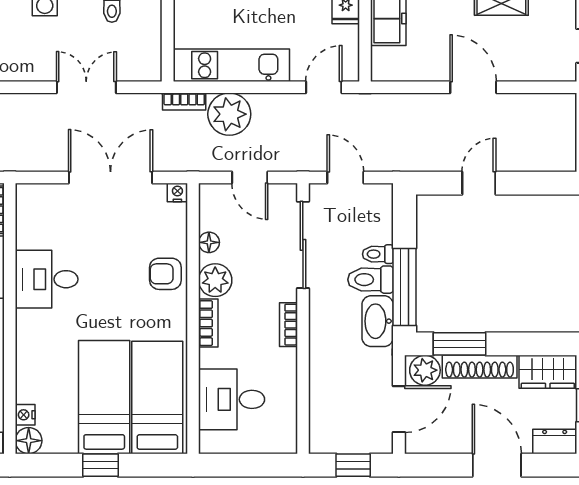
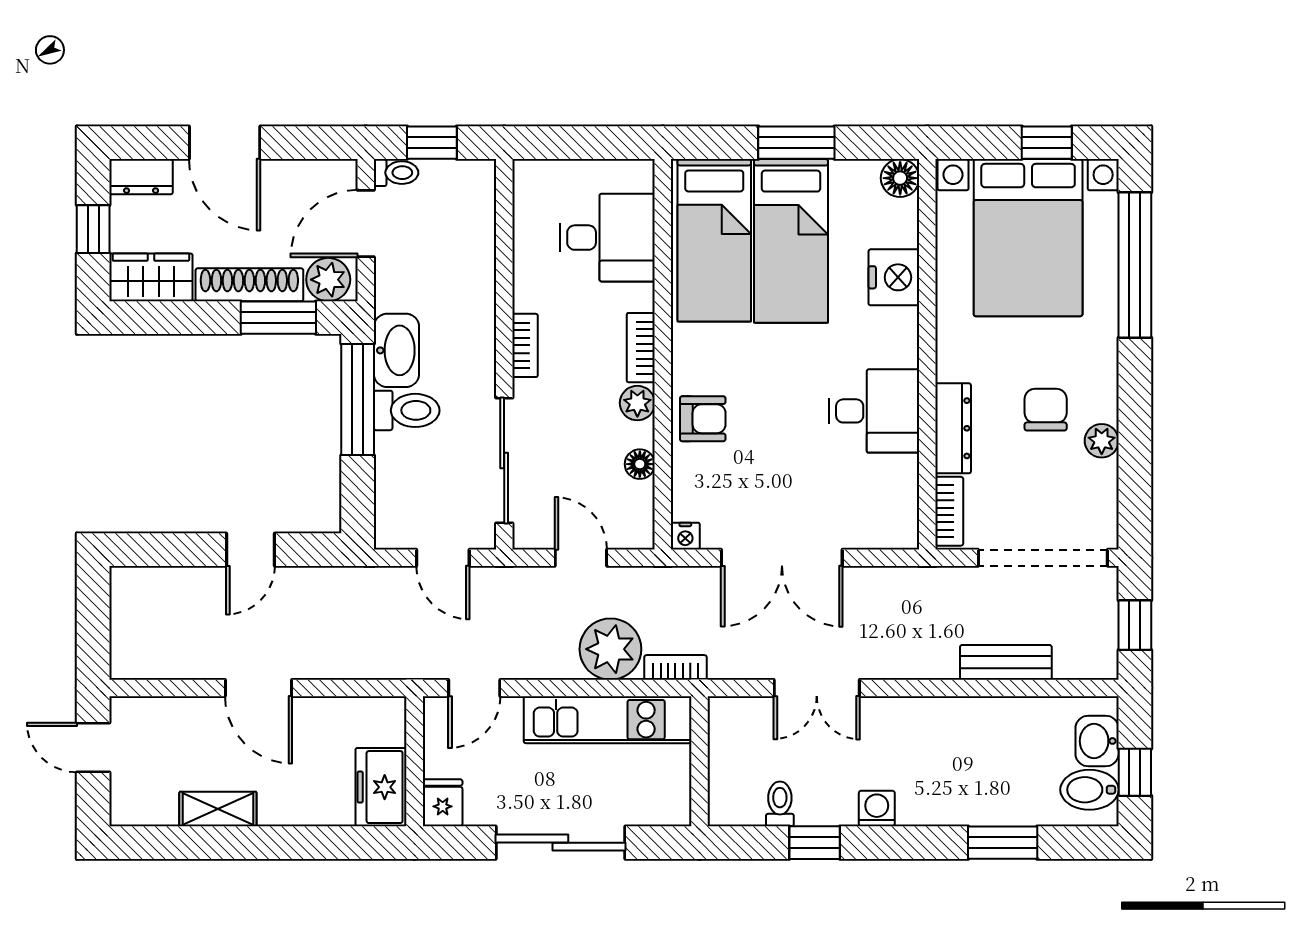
toilet: (378, 254) -> (396, 173), moved
plant: (215, 280) -> (637, 403), width x0.73, depth x0.73
nightstand: (25, 415) -> (894, 277), moved, width x1.89, depth x1.79
window: (101, 465) -> (796, 143), width x1.50

